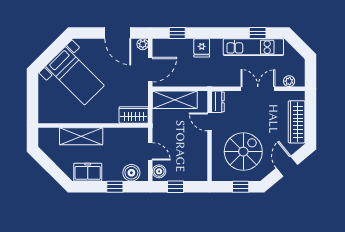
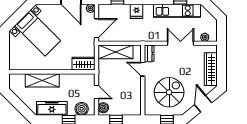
freezer: (88, 172) -> (52, 108), width x1.40

